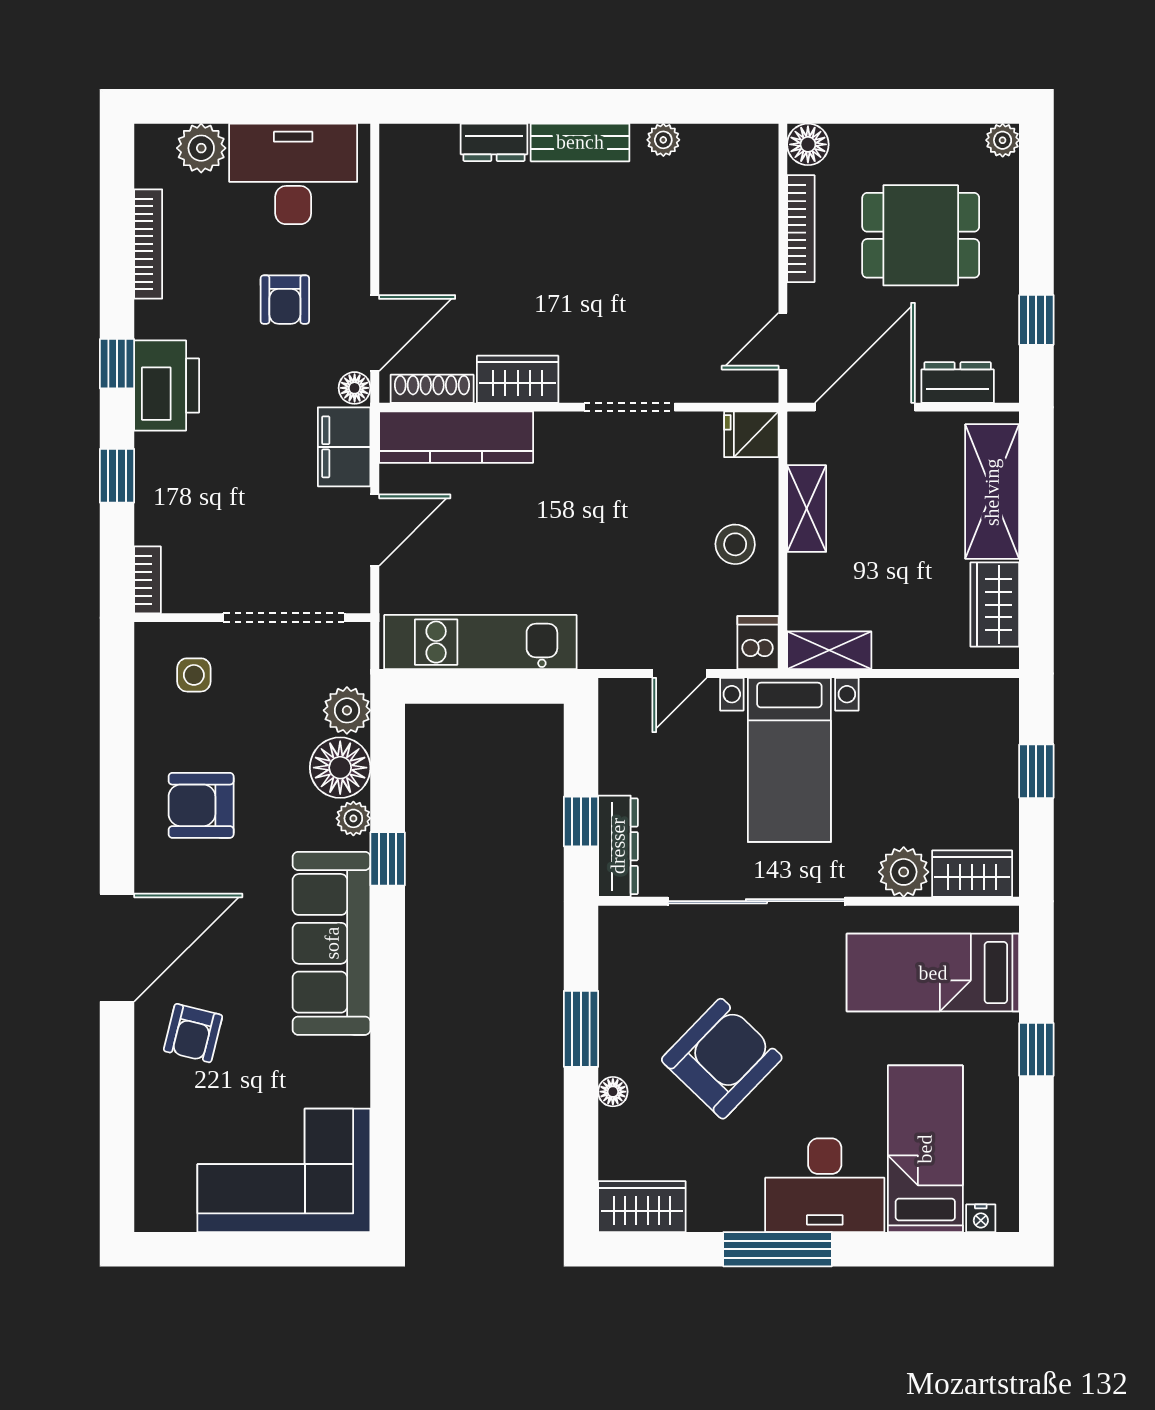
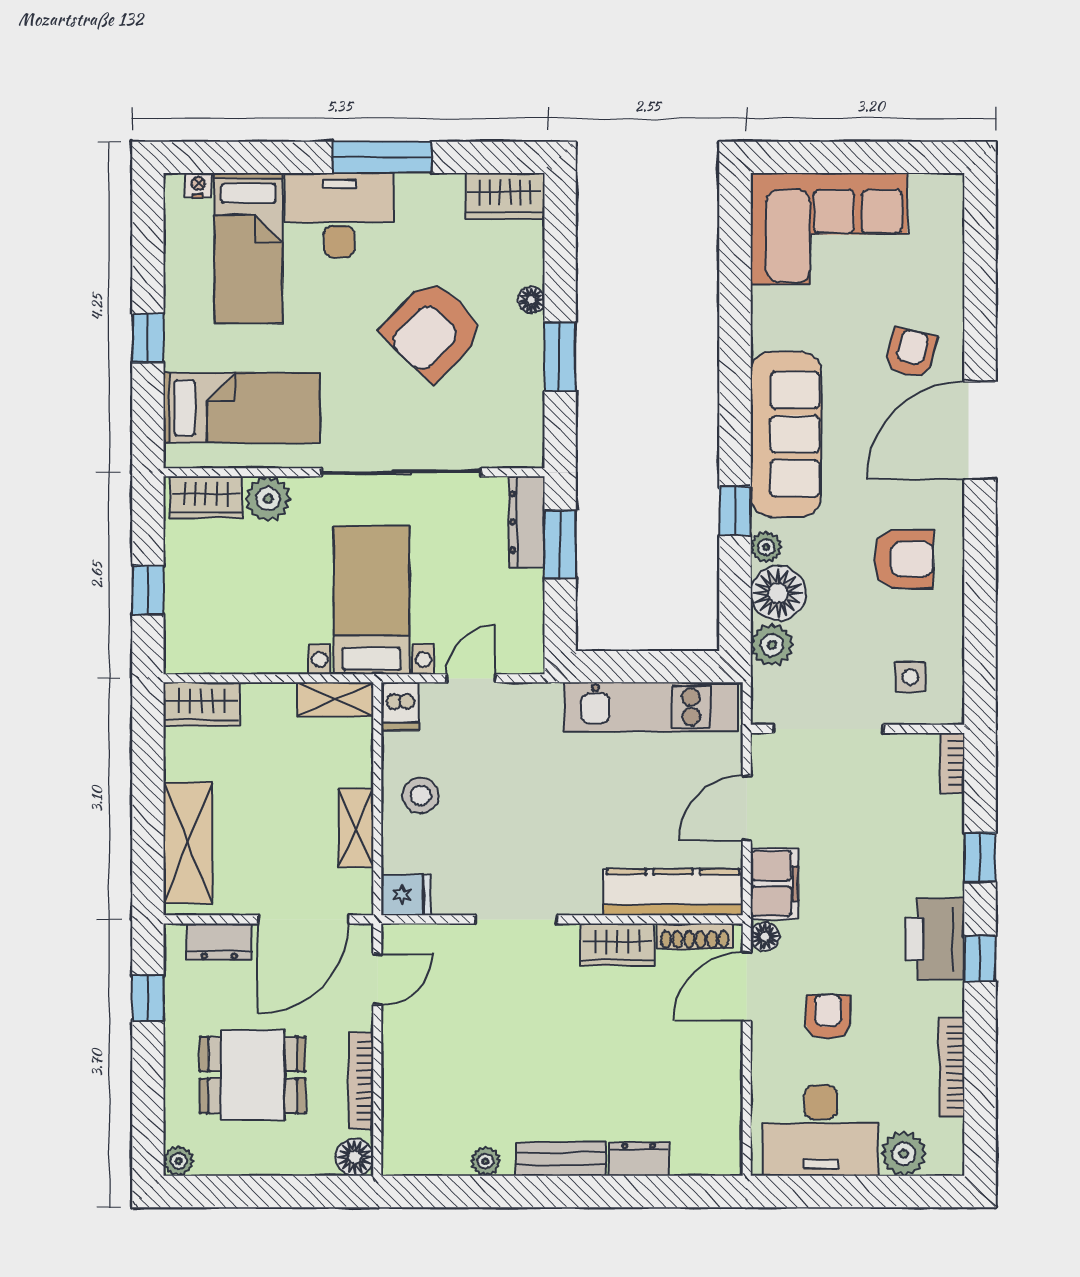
wardrobe: (995, 605) -> (202, 704), moved, turned 90
window: (581, 822) -> (560, 544), width x1.50

